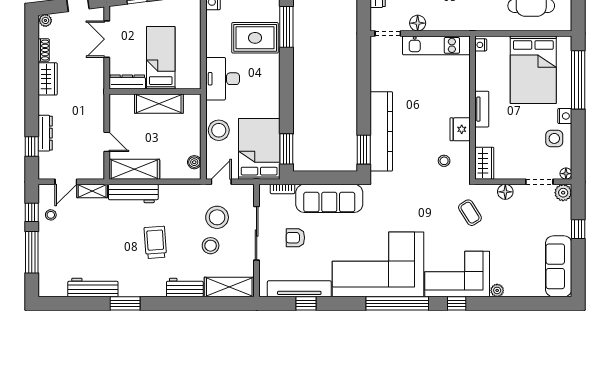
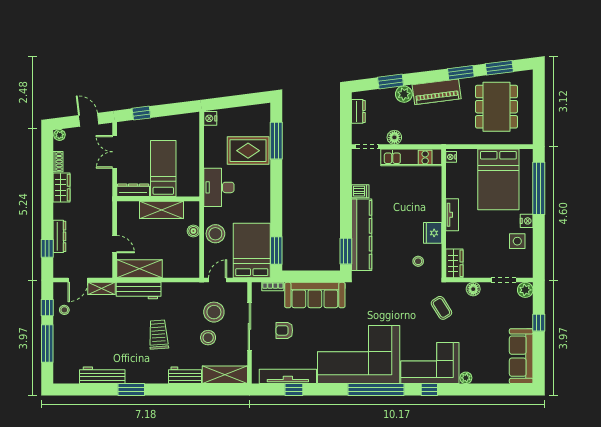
dishwasher: (380, 83) -> (360, 191), added
boiler: (194, 162) -> (193, 231), moved
floor lamp: (566, 174) -> (528, 273), removed

